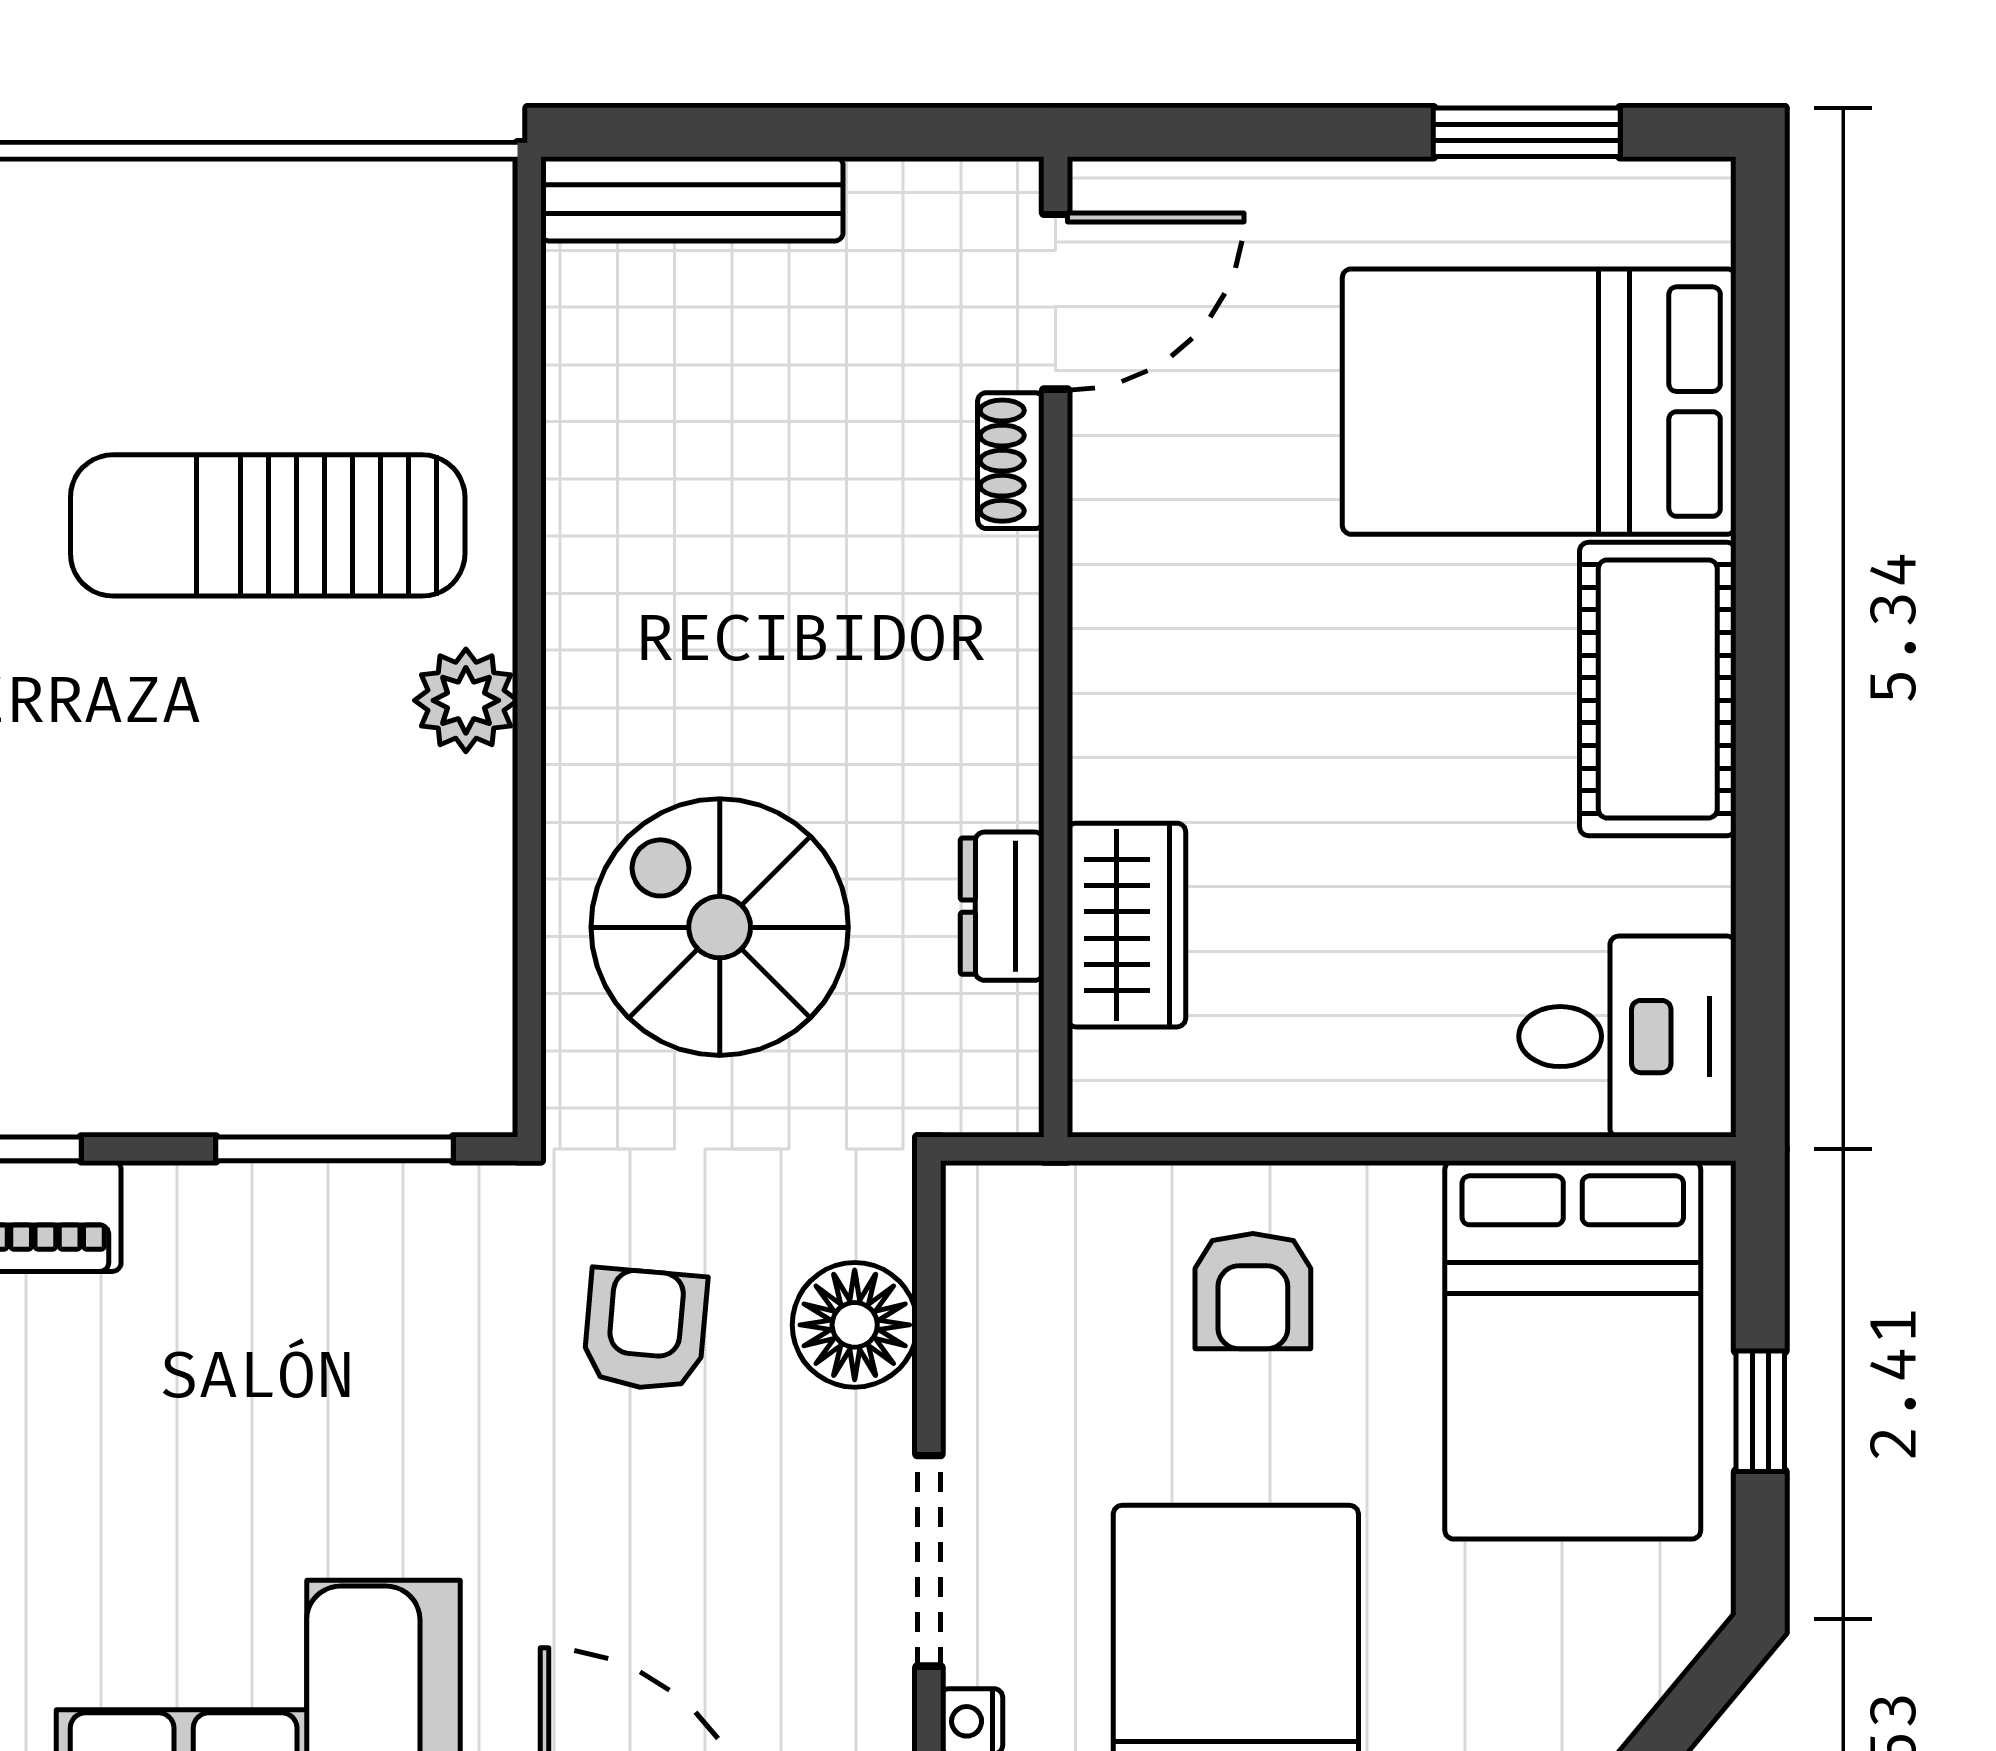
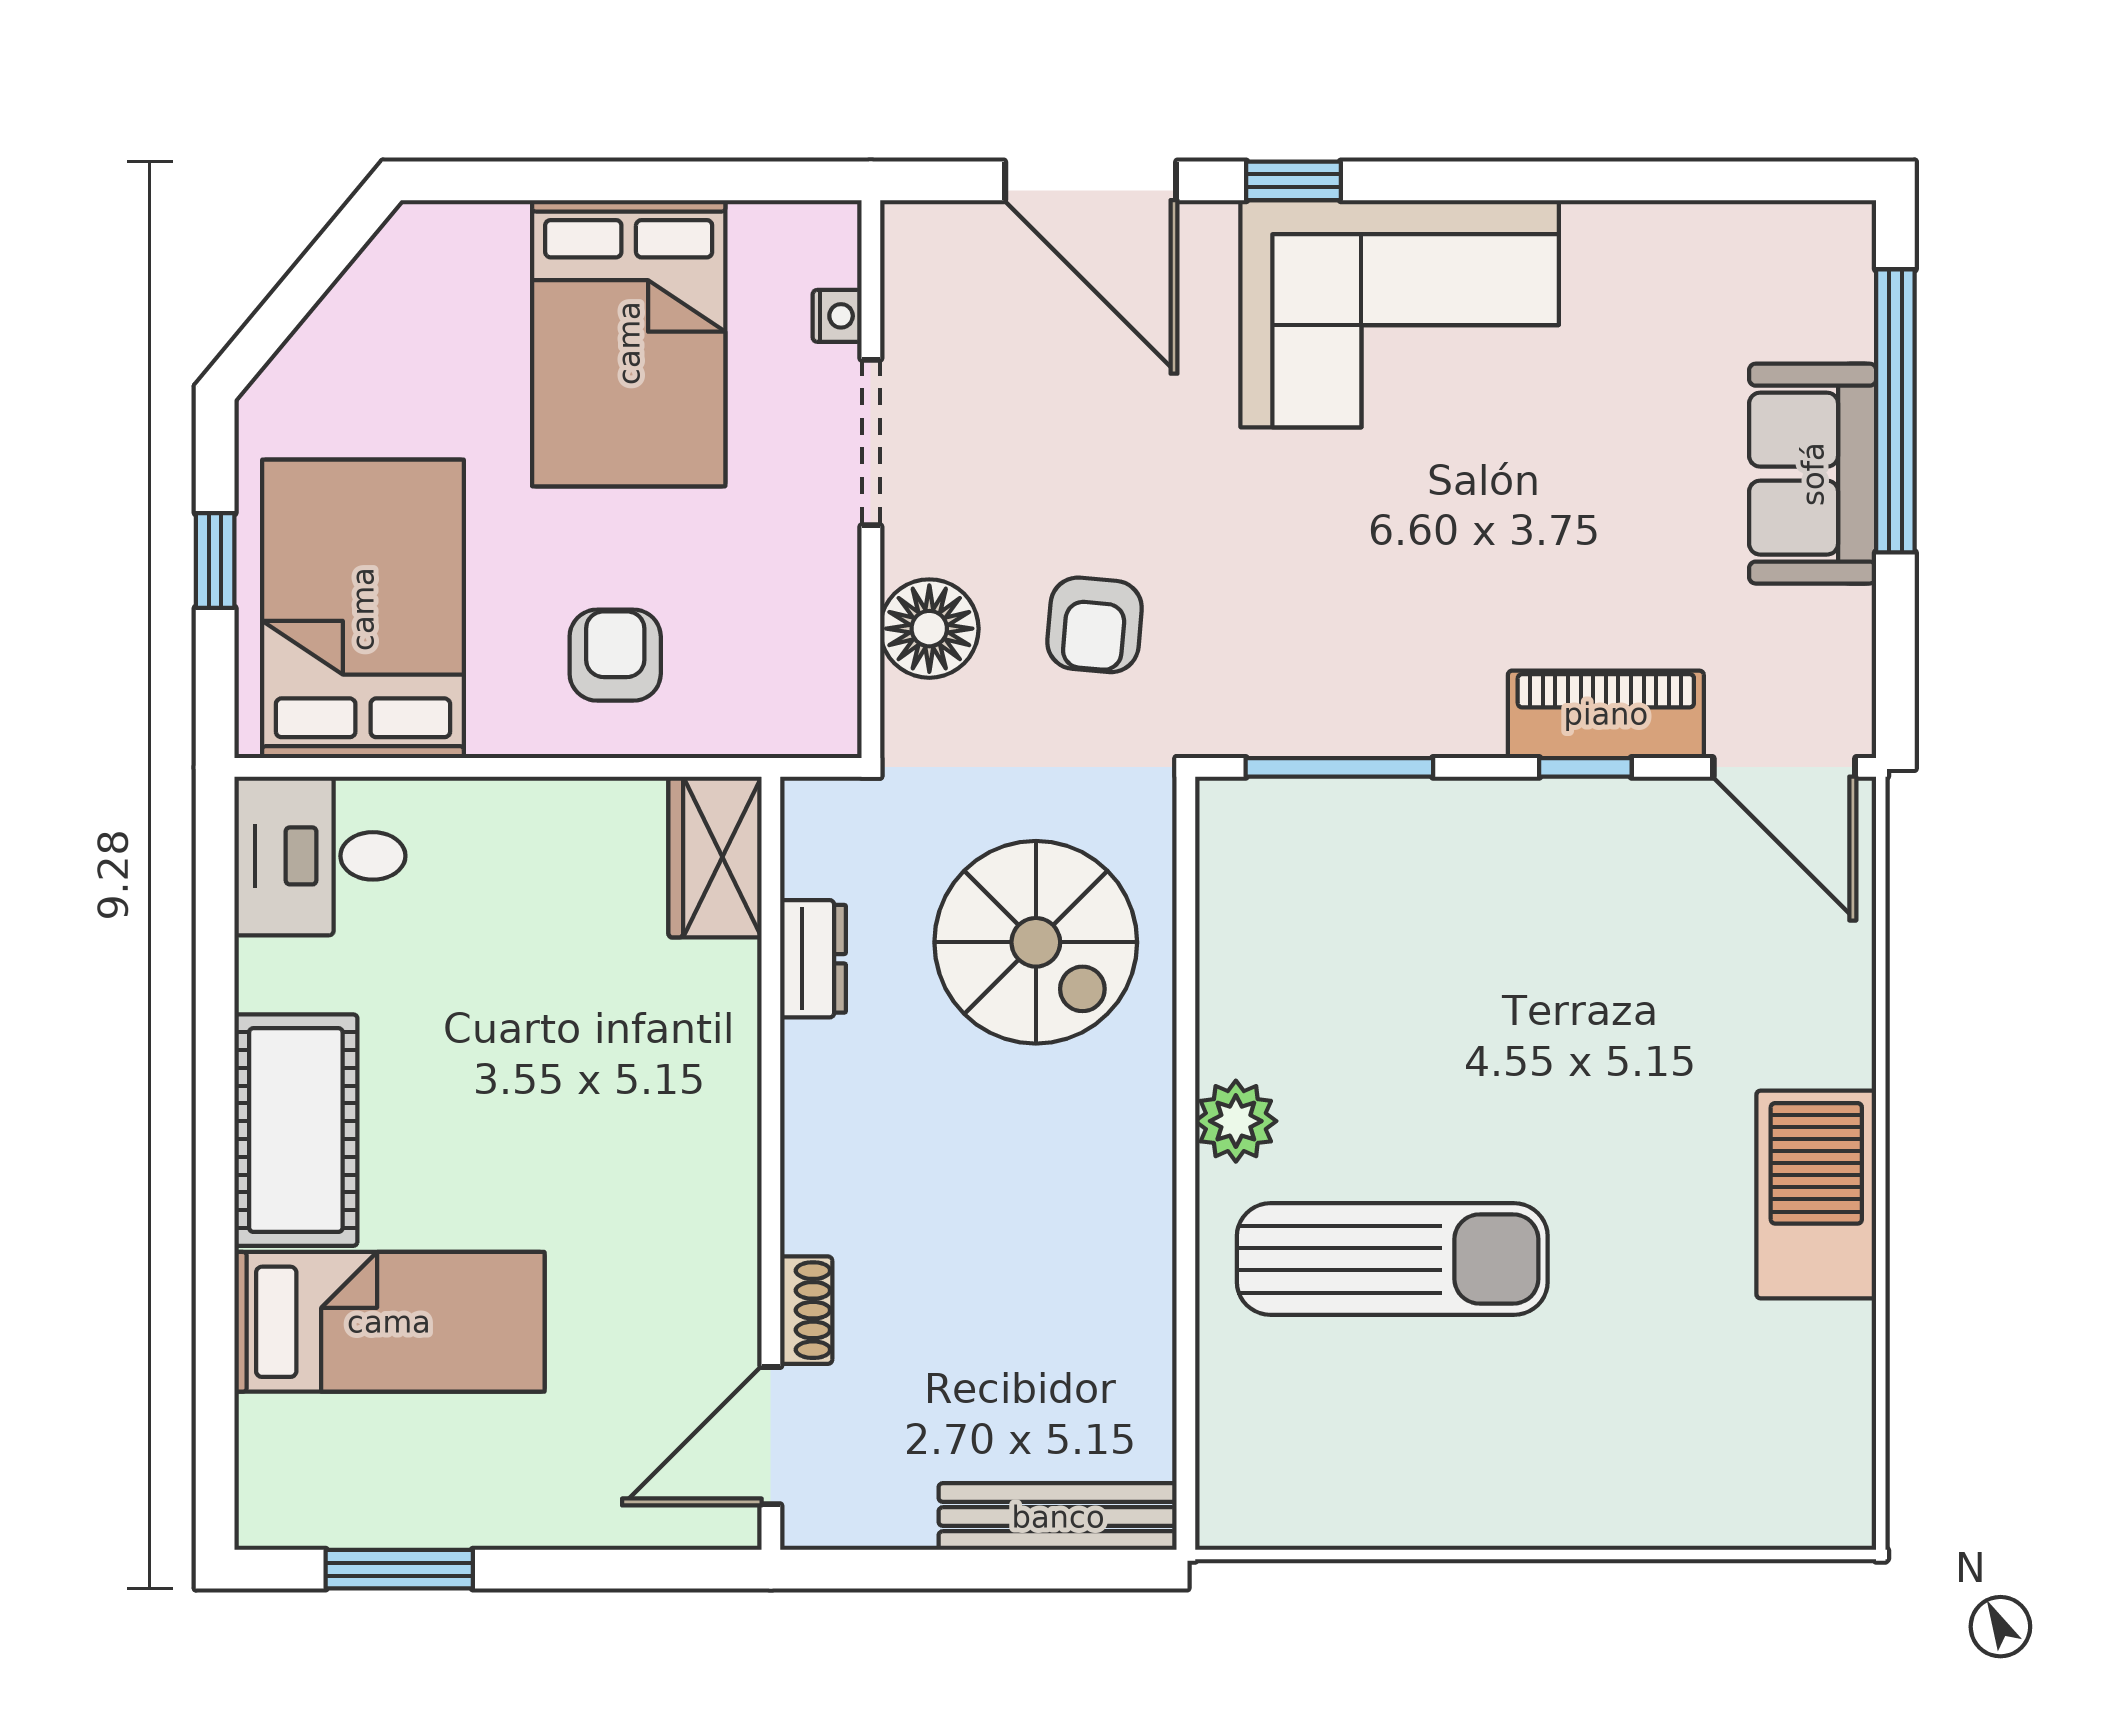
bed: (1539, 402) -> (389, 1322), width x0.67
wardrobe: (1126, 925) -> (715, 857), moved

